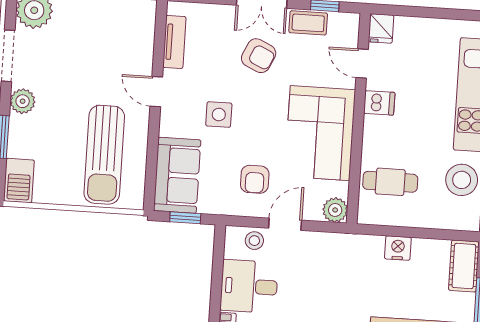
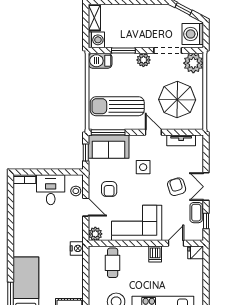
parasol: (99, 44) -> (177, 100), added
armchair: (259, 56) -> (177, 187), turned 138
door: (156, 92) -> (153, 132), hinge flipped
window: (151, 174) -> (108, 132), added
armchair: (255, 179) -> (109, 189), turned -90
nightstand: (398, 248) -> (77, 248), moved

